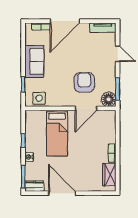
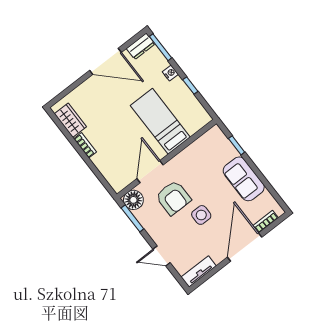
side table: (39, 98) -> (201, 215), moved

